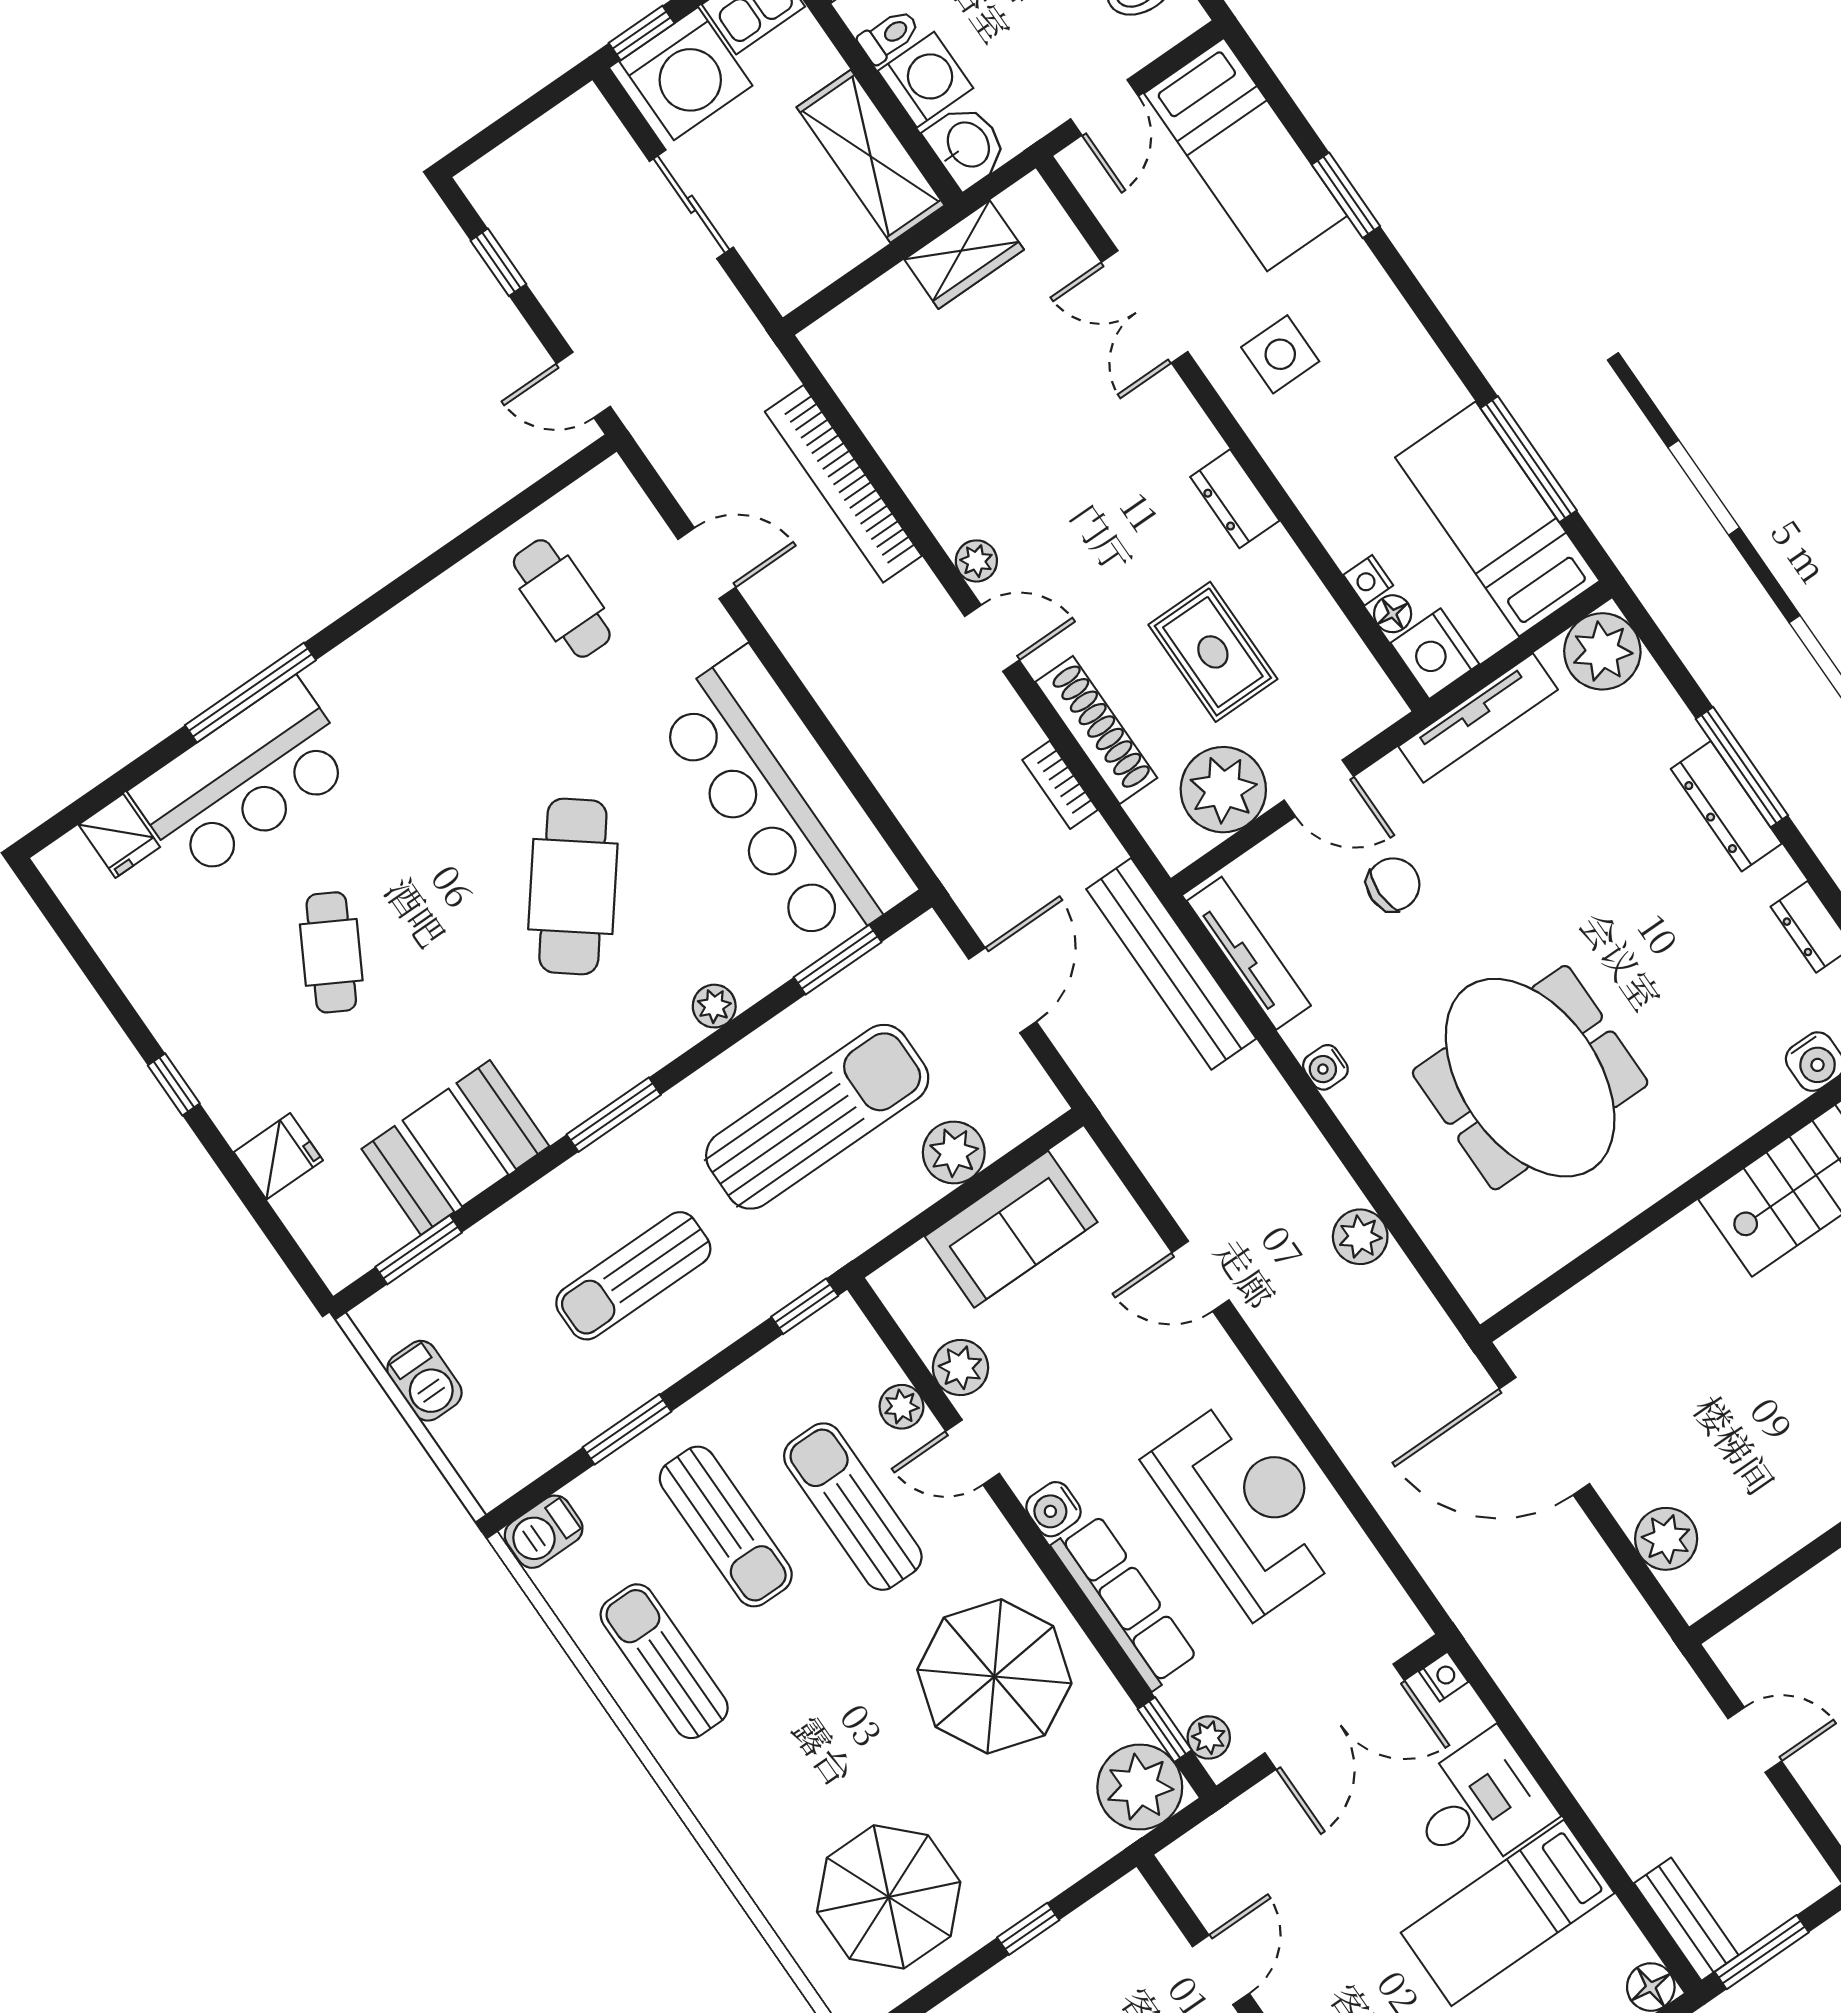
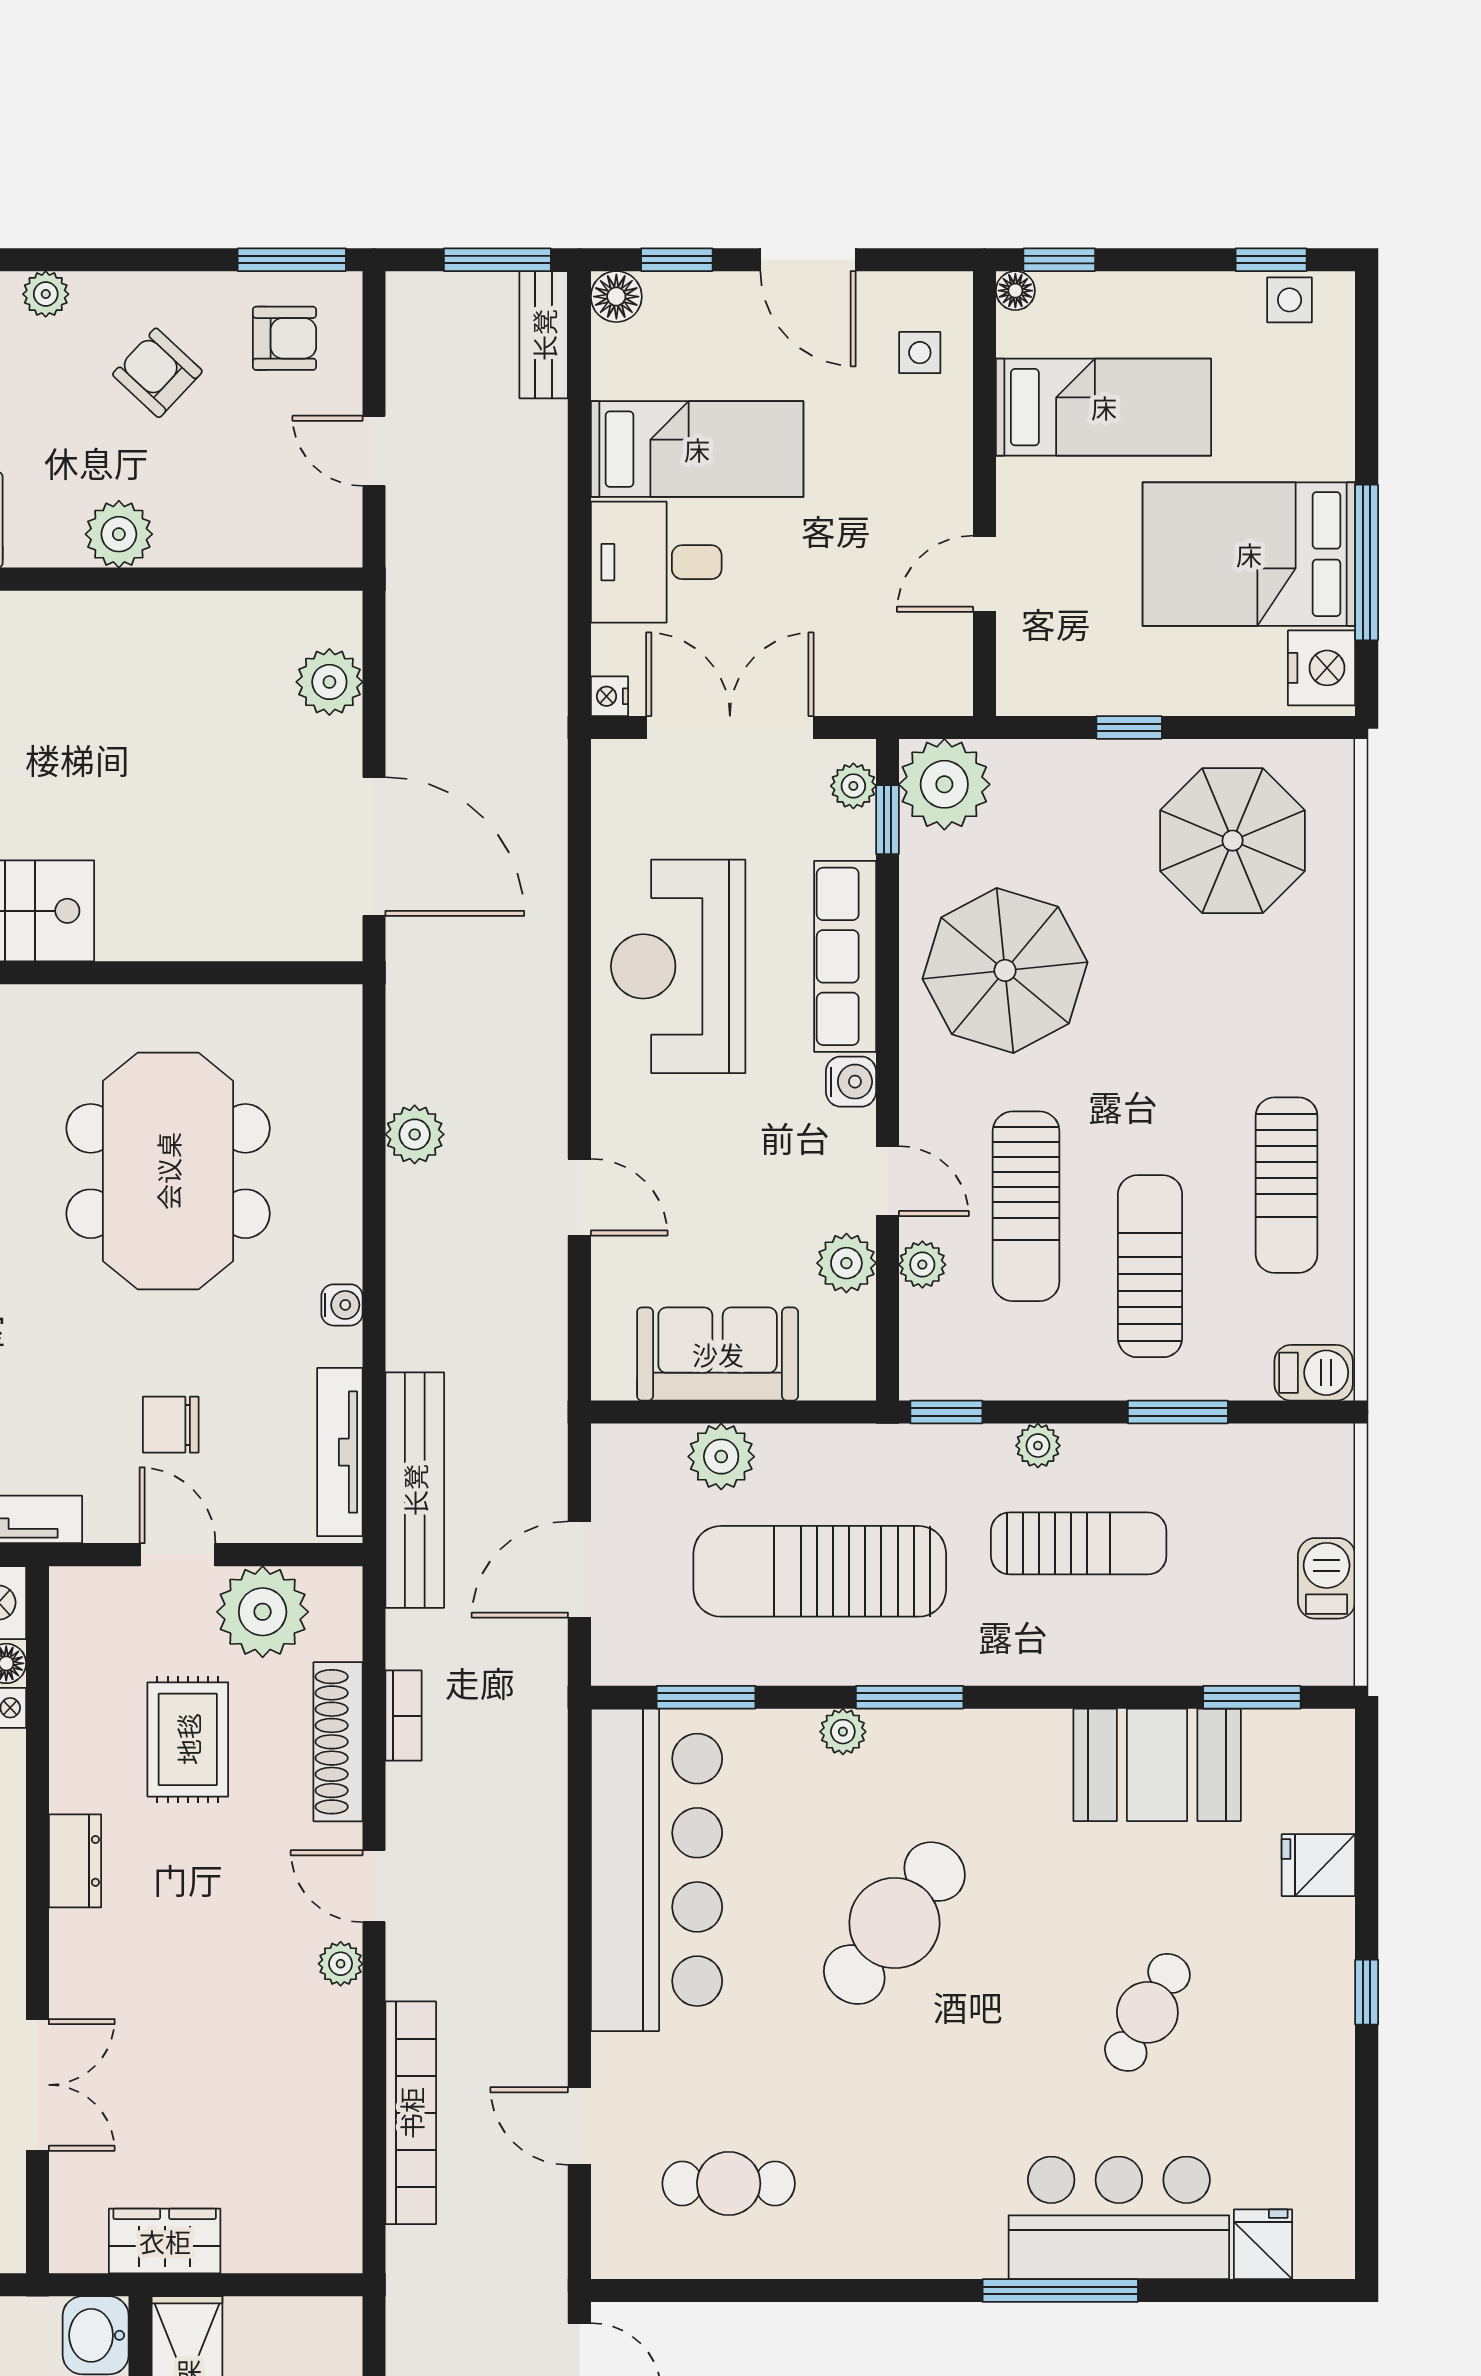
cafe table: (562, 598) -> (729, 2183), turned 90
window: (614, 1115) -> (910, 1697), moved
plant: (717, 1329) -> (1038, 1446), added

